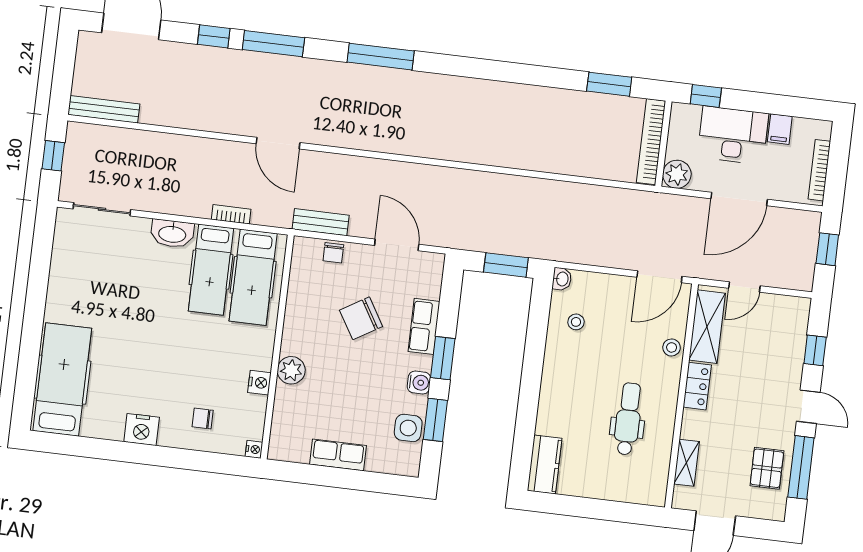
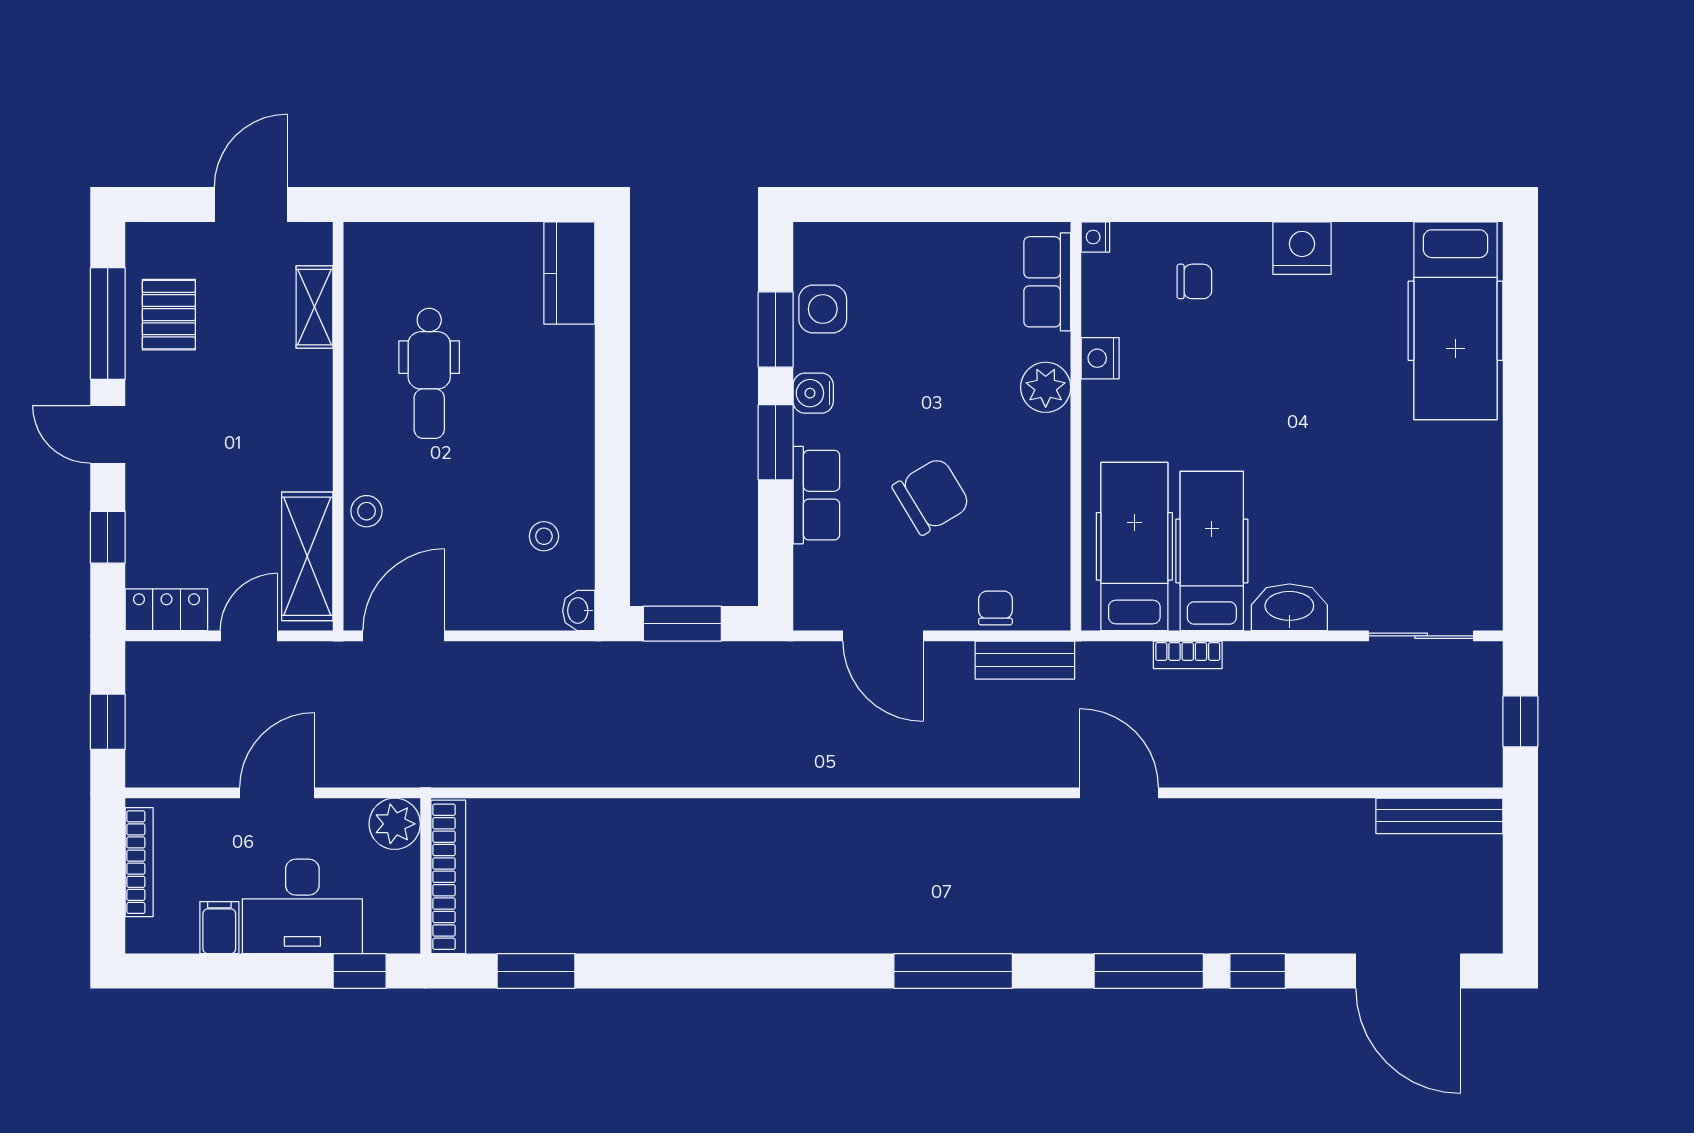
door: (739, 199) -> (277, 793), width x0.73
locker: (697, 386) -> (166, 610), moved, turned 90
row of seats: (338, 455) -> (1047, 282), moved, turned 90

